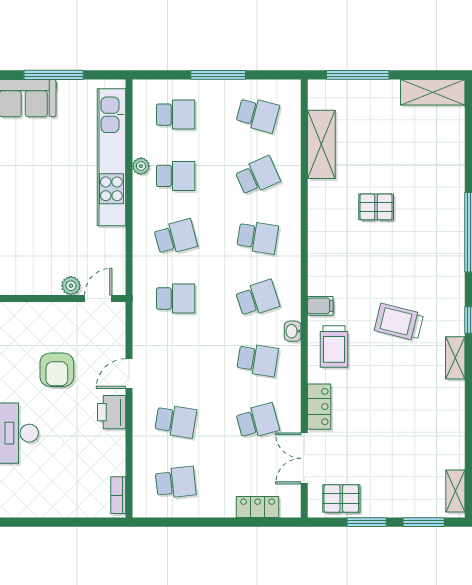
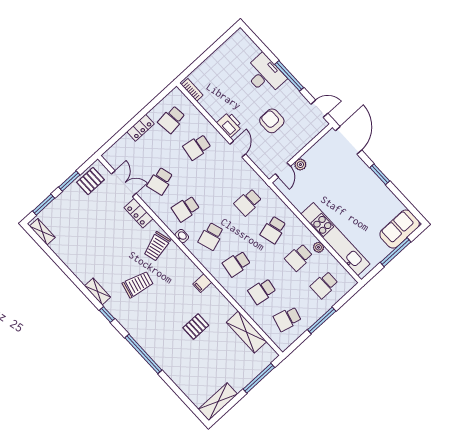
school desk: (258, 176) -> (262, 291), turned 33
filing cabinet: (320, 306) -> (202, 283), moved
trolley: (334, 346) -> (157, 246), turned -105
locker: (258, 507) -> (141, 128), moved

